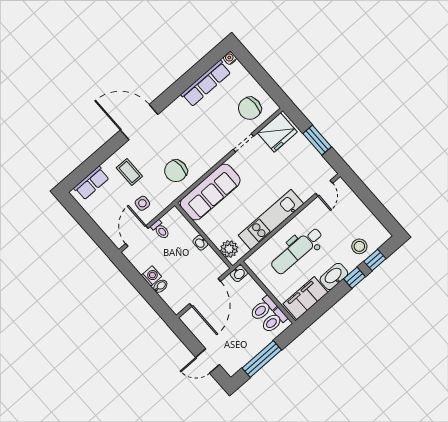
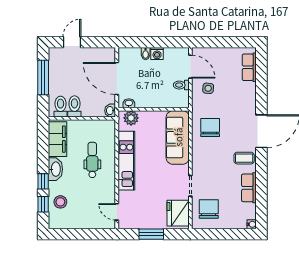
row of seats: (206, 83) -> (249, 188), width x0.68
coffee table: (129, 172) -> (244, 158), moved
washbasin: (200, 243) -> (129, 103), moved
dental chair: (297, 251) -> (92, 160), width x0.73, depth x0.72

